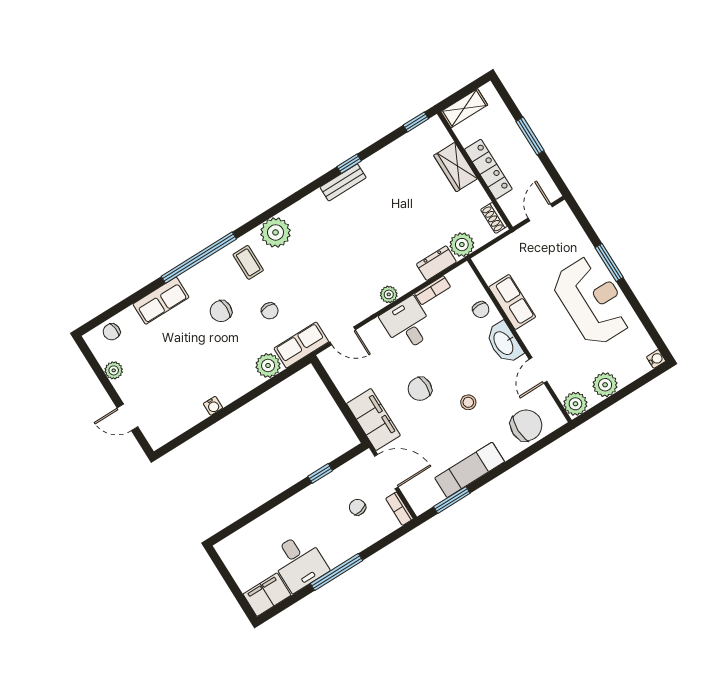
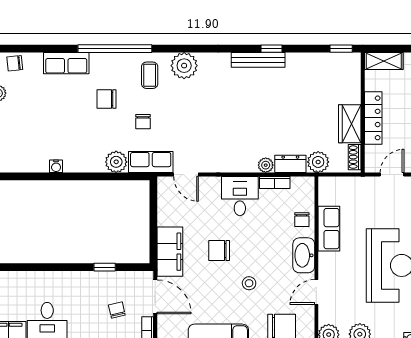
wardrobe: (456, 167) -> (350, 124), moved
bench: (343, 182) -> (258, 60), width x1.36
plant: (389, 294) -> (266, 165), moved

